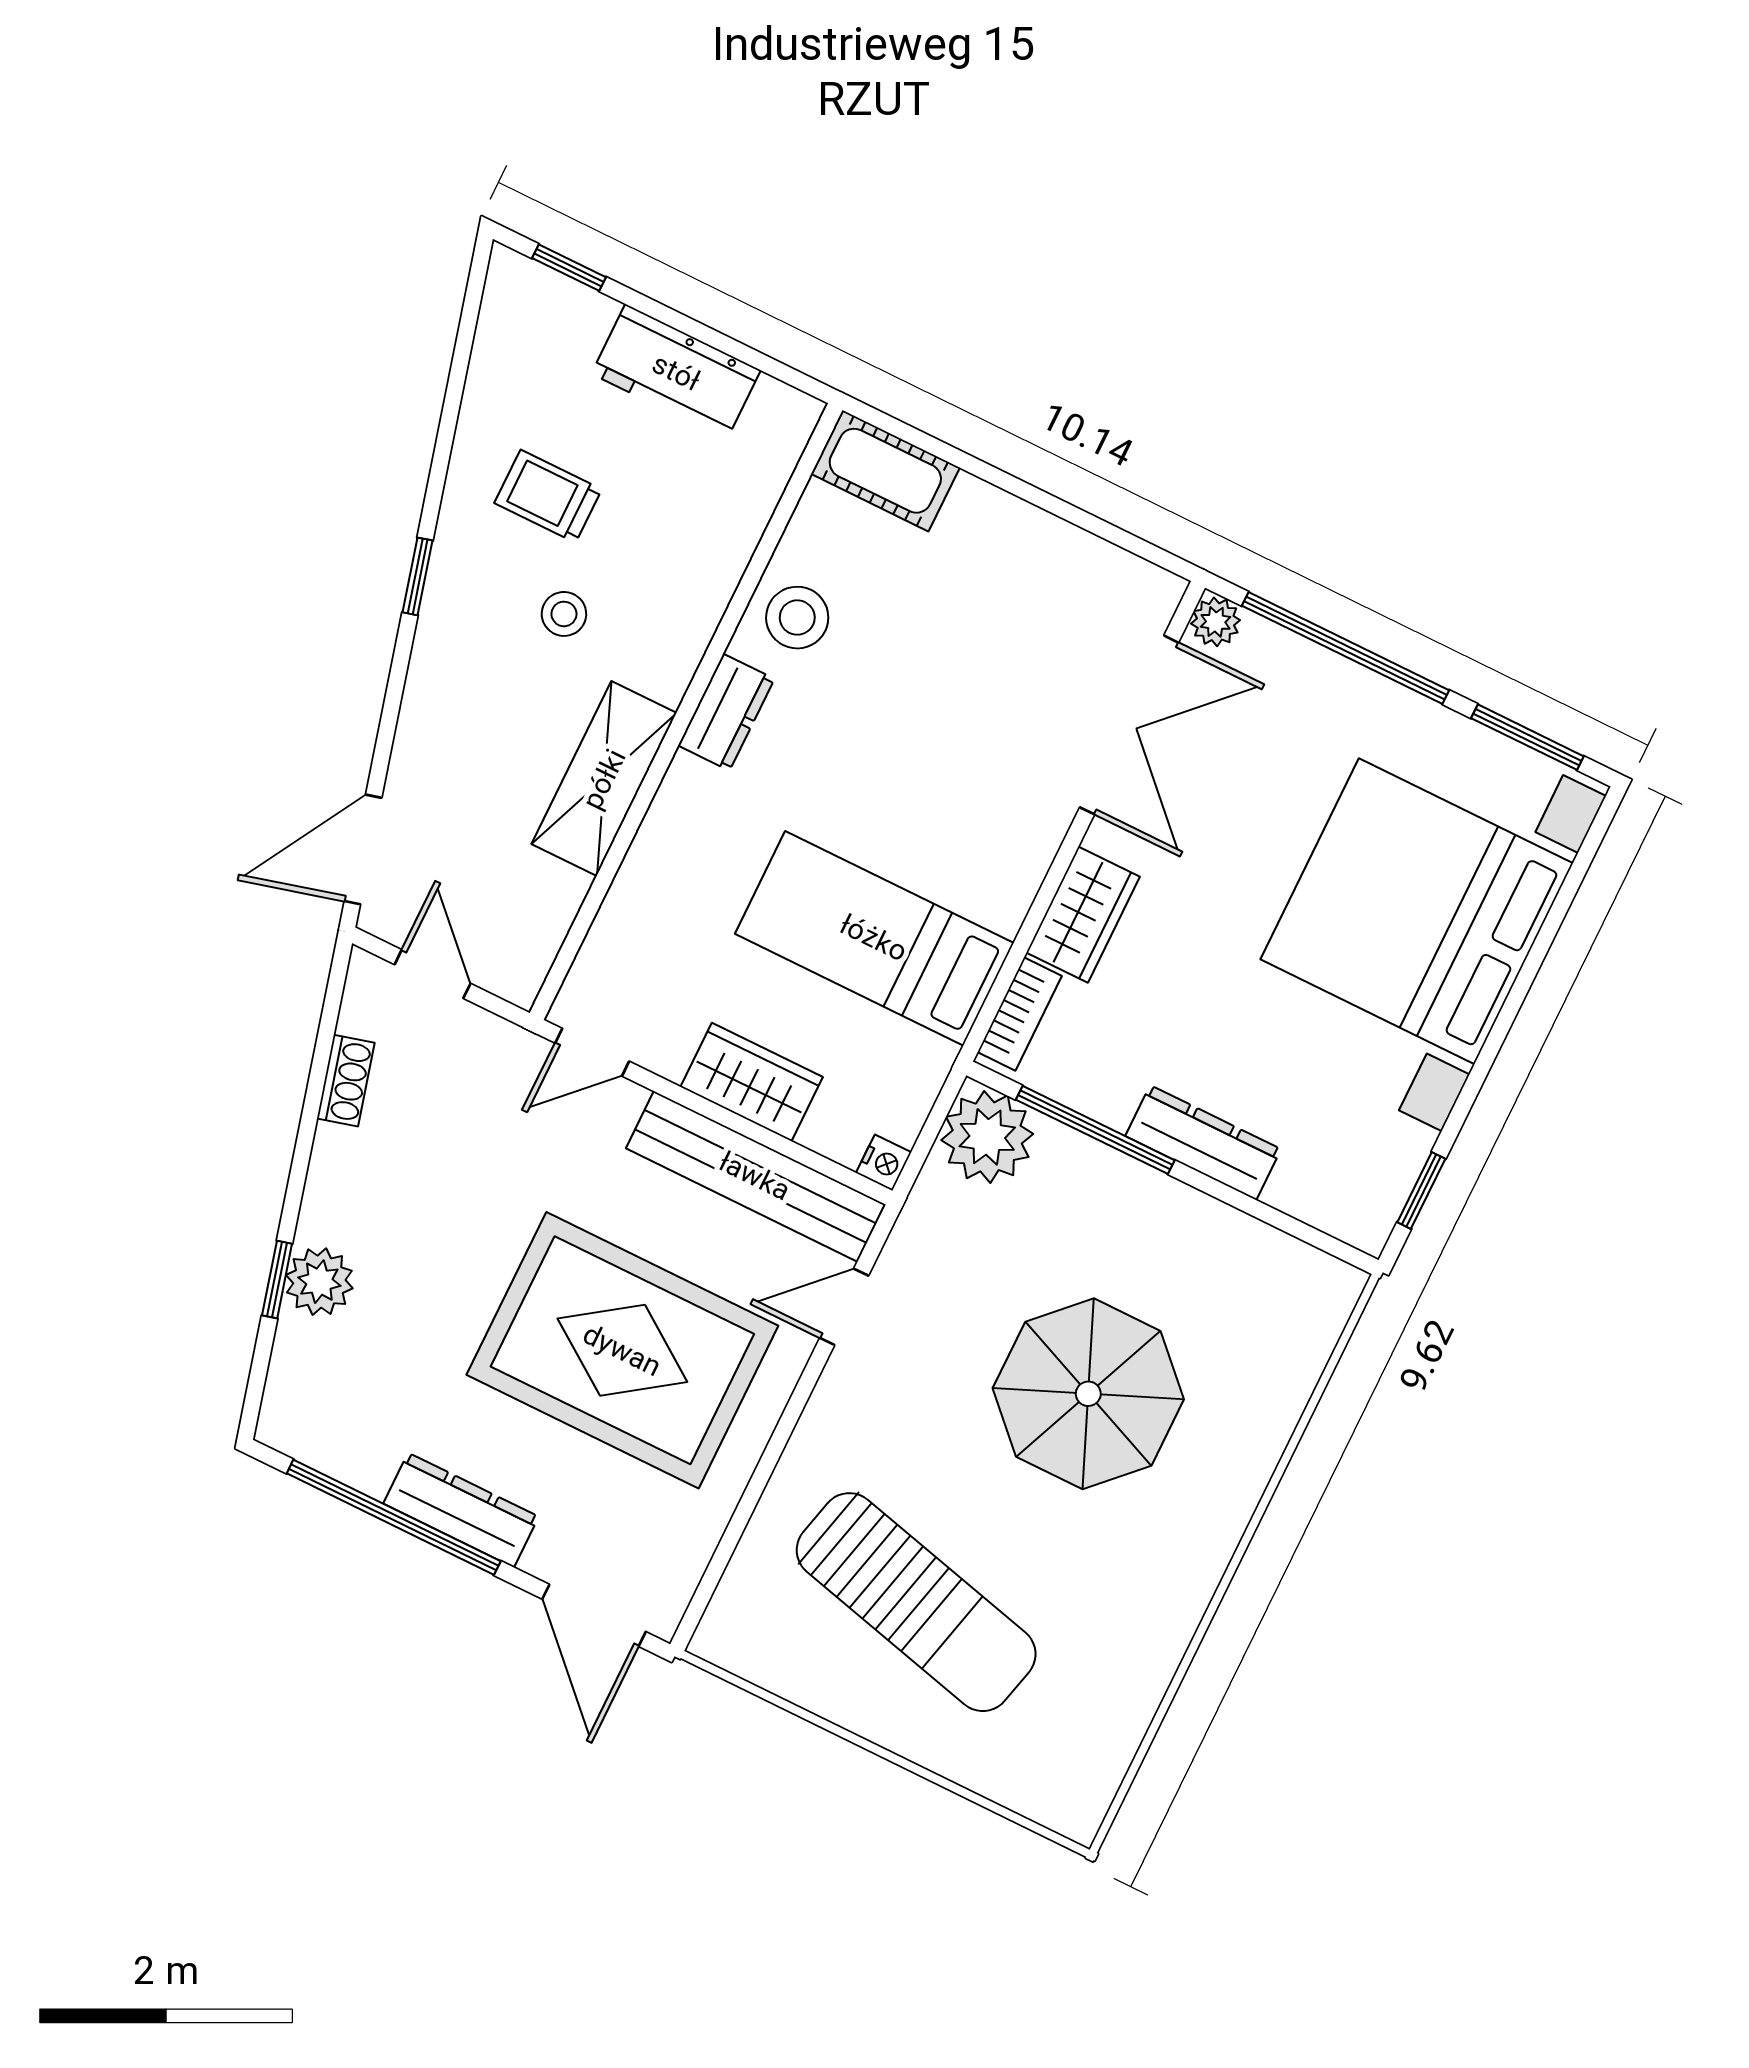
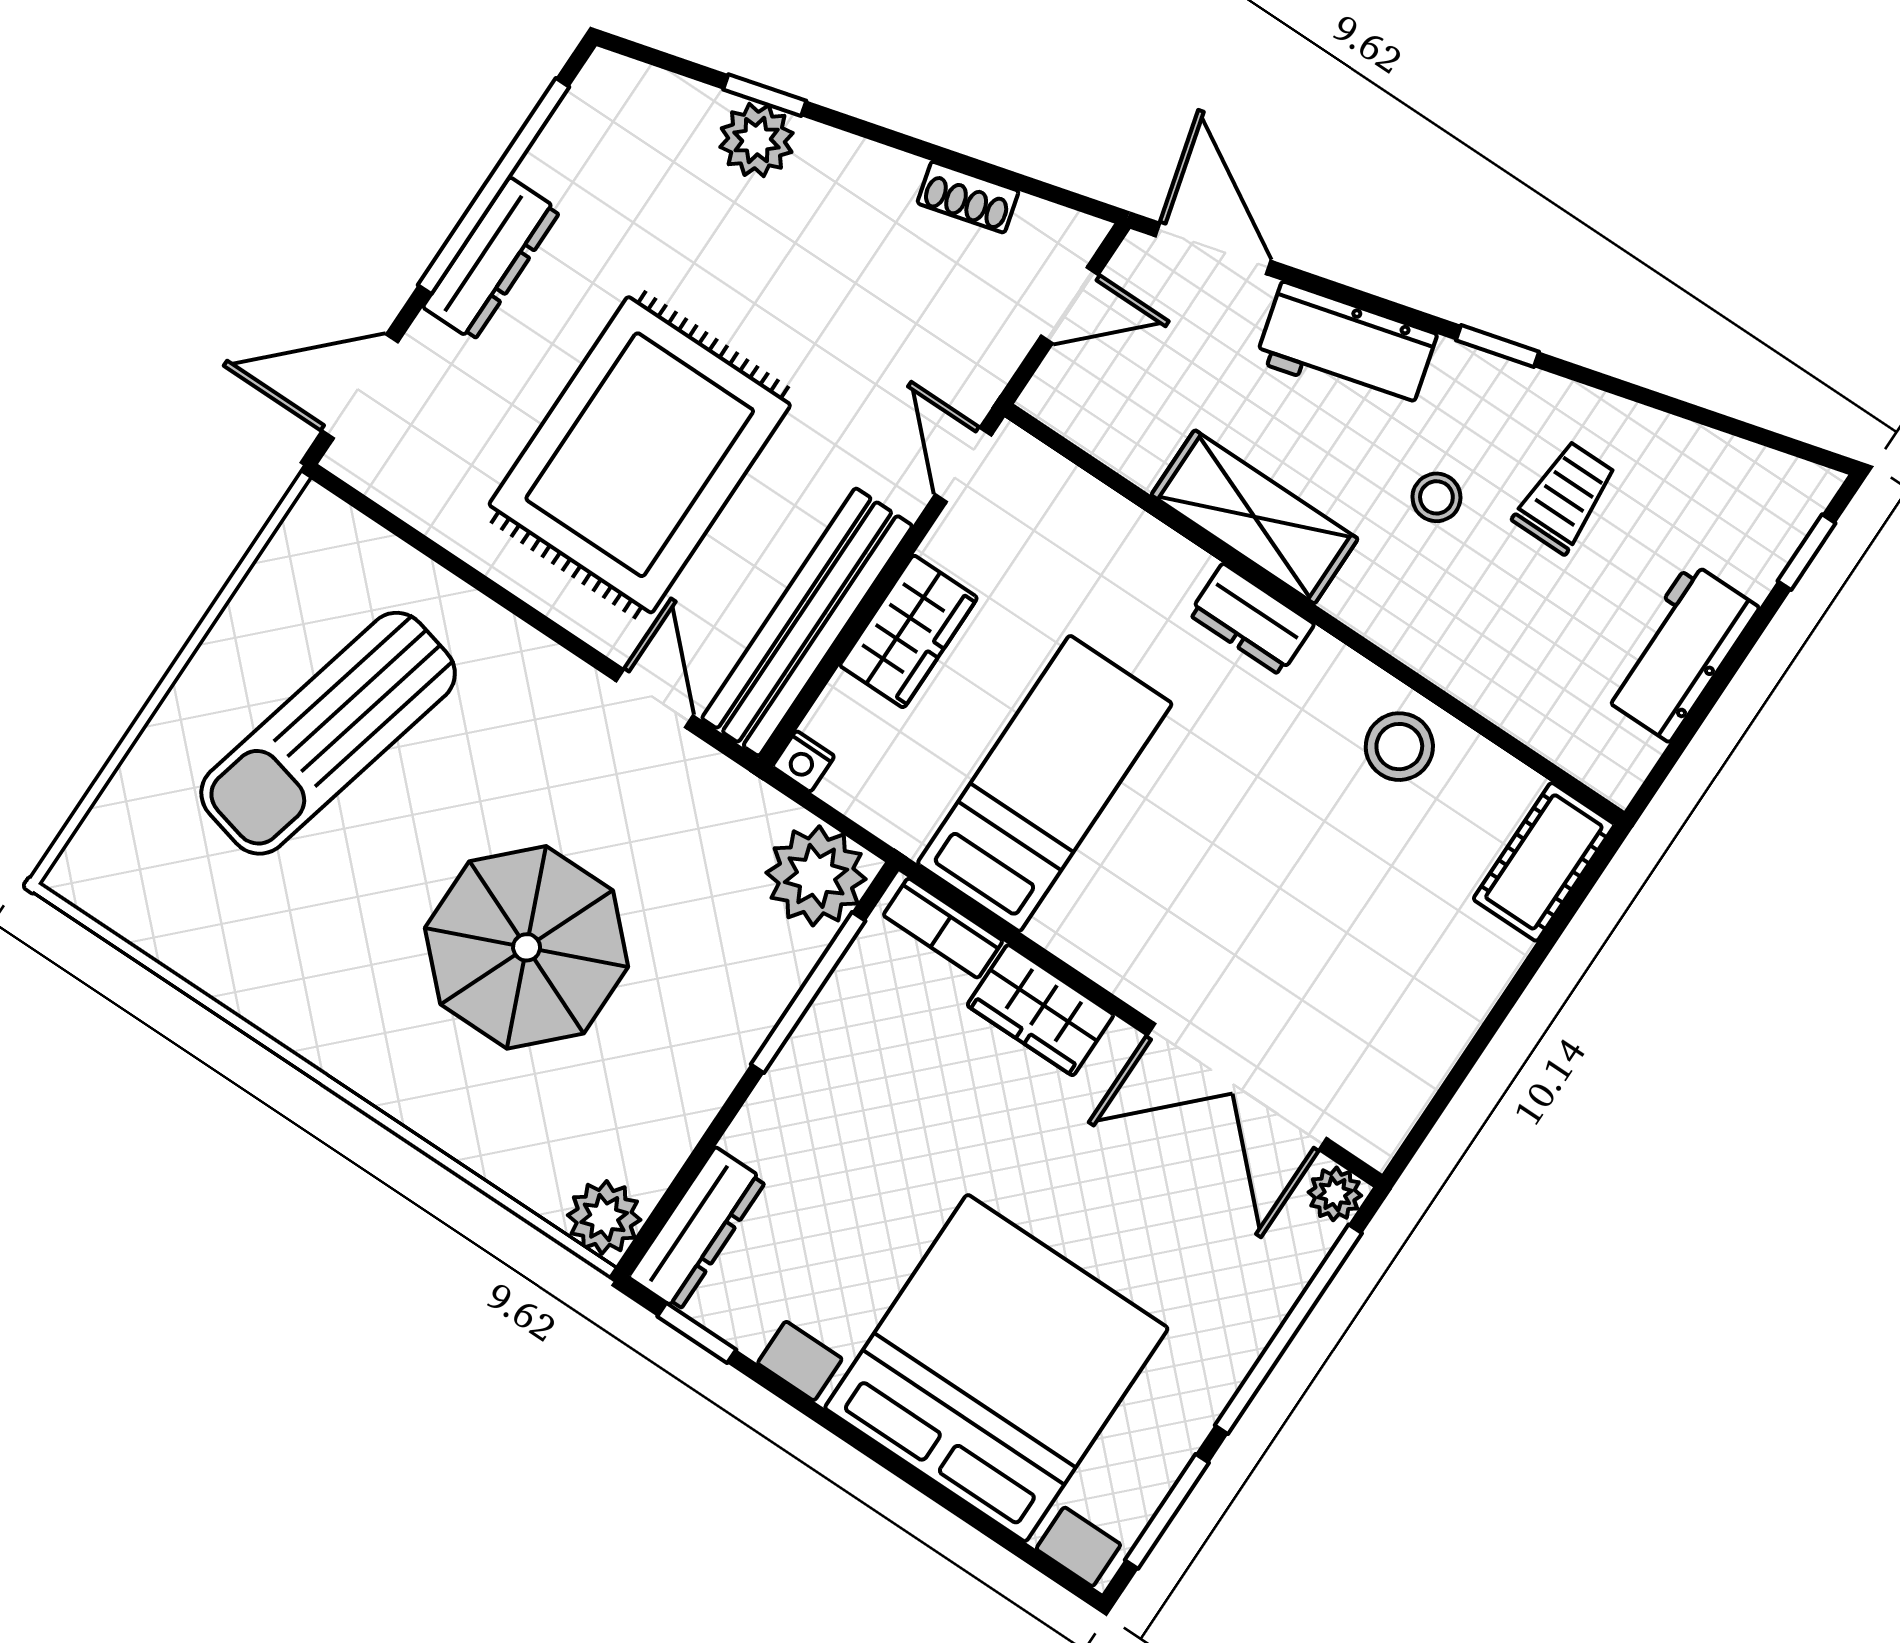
dresser: (726, 712) -> (1252, 619), moved
workbench: (438, 715) -> (1346, 348), added
dresser: (1203, 1143) -> (697, 1229), moved
plant: (1327, 1289) -> (604, 1217), added

